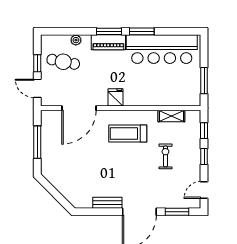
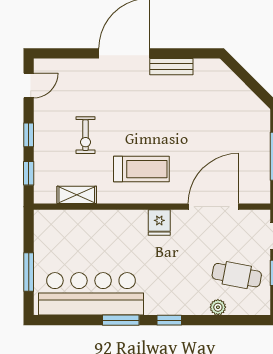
window: (109, 31) -> (169, 320), width x0.67
piano: (108, 42) -> (170, 304), removed
window: (204, 81) -> (29, 272), moved
window: (177, 212) -> (69, 53), removed

